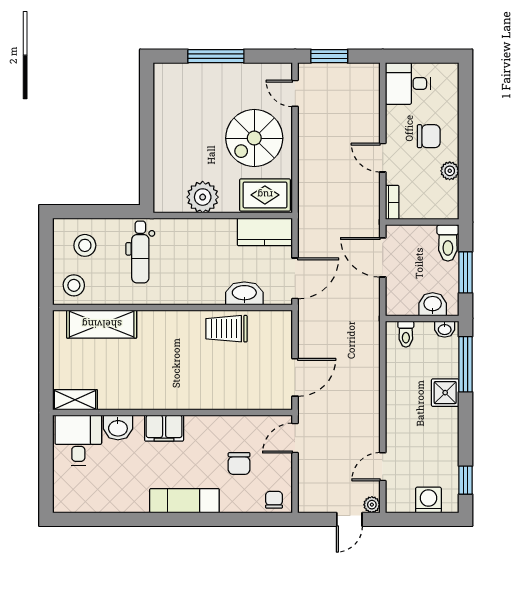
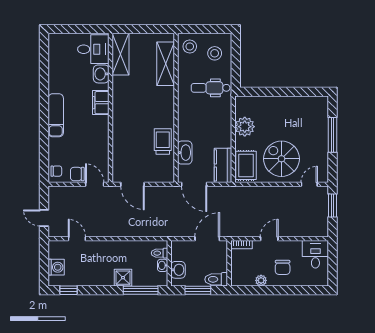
washbasin: (445, 329) -> (163, 265), moved
shelving: (75, 400) -> (121, 54), width x1.50, depth x1.33
chair: (239, 463) -> (77, 174), moved
plant: (372, 505) -> (53, 232), removed

